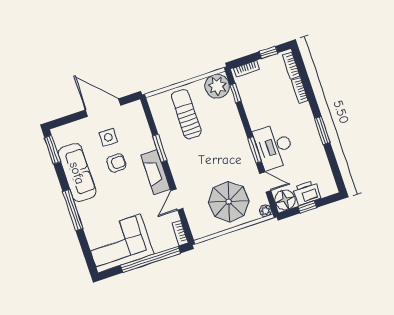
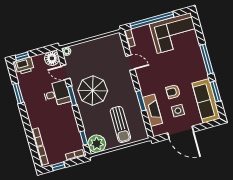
window: (322, 130) -> (18, 93), moved
desk: (274, 146) -> (57, 94), width x0.73
window: (53, 150) -> (216, 92), moved
fireplace: (155, 172) -> (152, 110), moved
sofa: (77, 173) -> (206, 101), moved
printer: (307, 193) -> (24, 66), moved
door: (177, 200) -> (130, 63), hinge flipped
parasol: (229, 202) -> (93, 91), moved
window: (307, 207) -> (22, 56), moved

